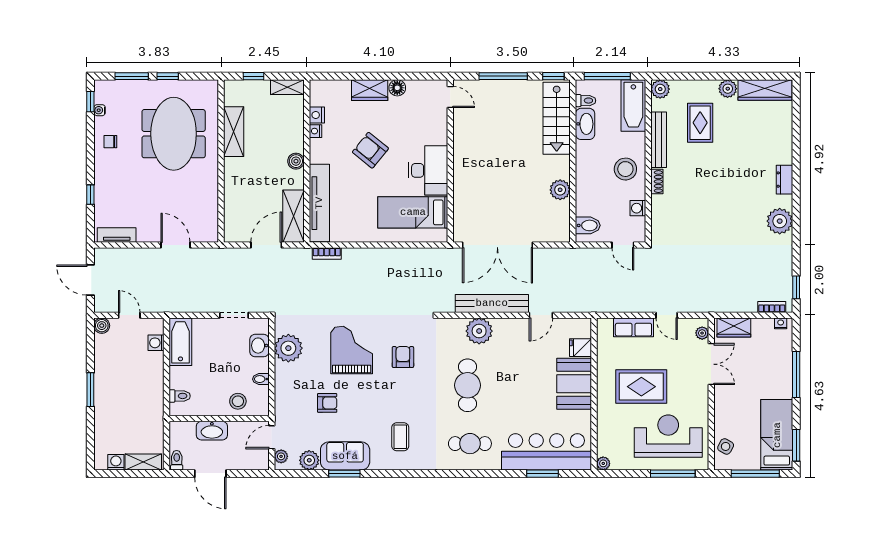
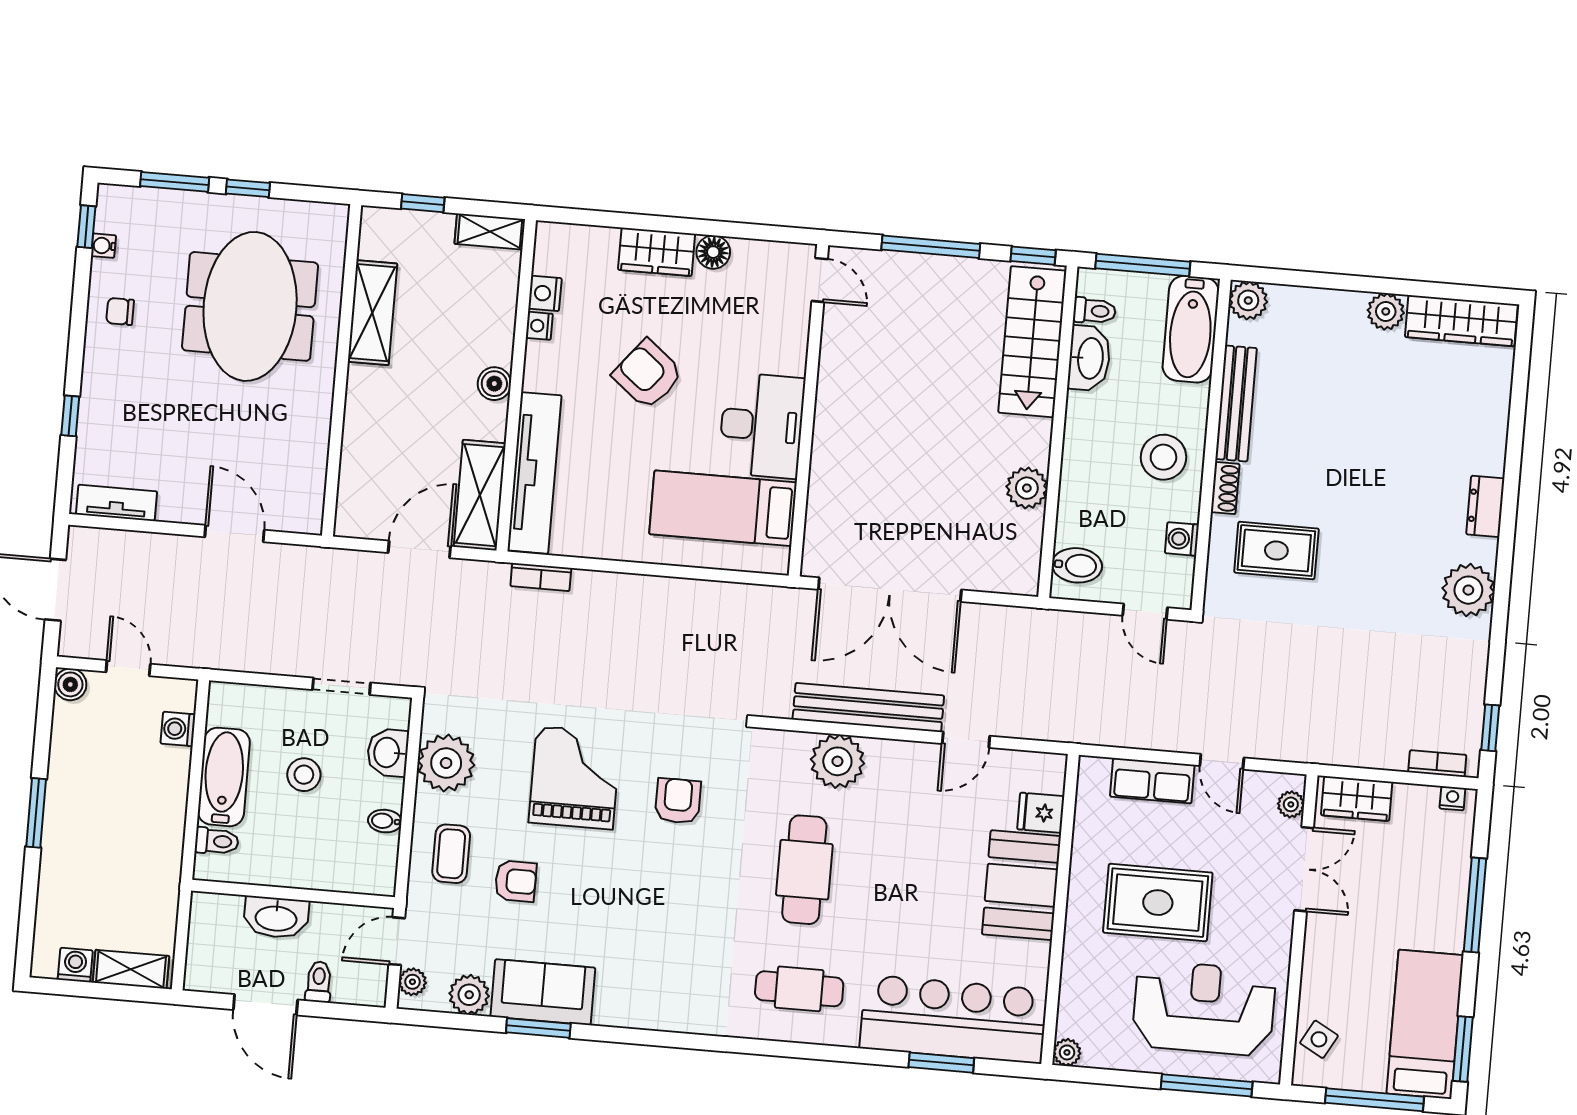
rug: (700, 123) -> (1276, 551), moved, turned 90
bathtub: (180, 342) -> (224, 777), moved
stool: (238, 401) -> (304, 775), moved
coffee table: (400, 437) -> (451, 854), moved
toilet: (177, 460) -> (319, 982), moved

